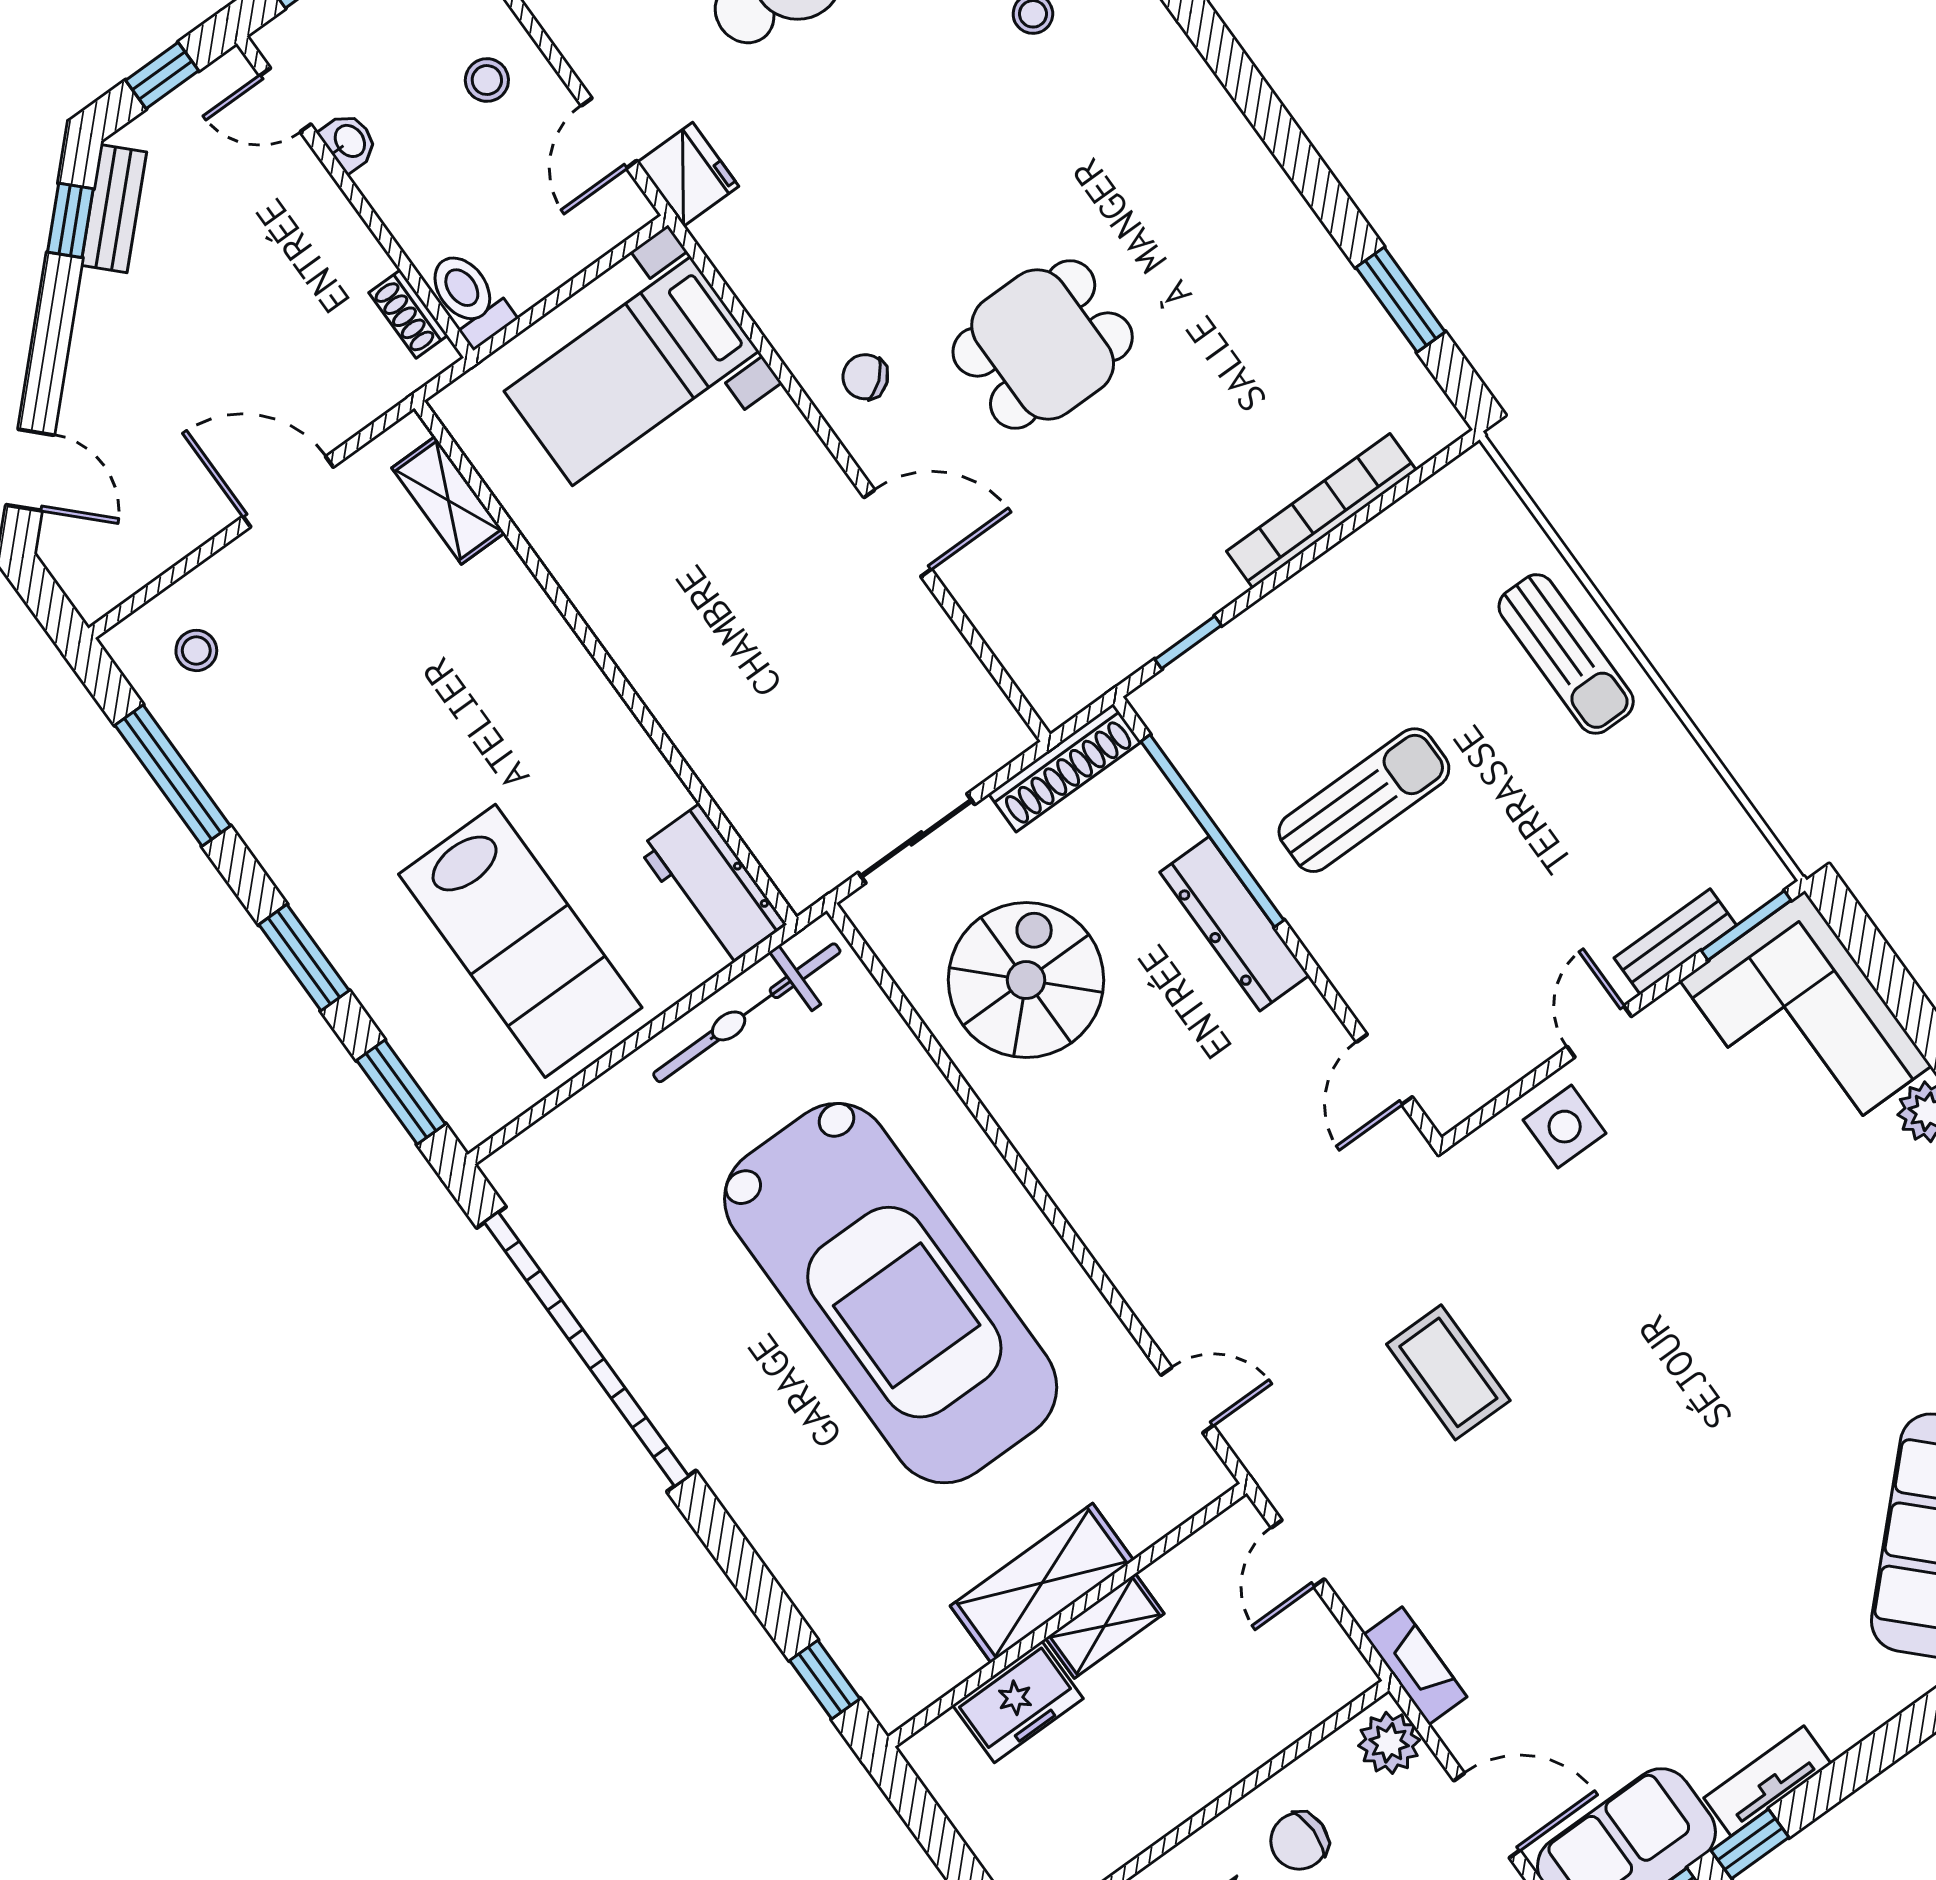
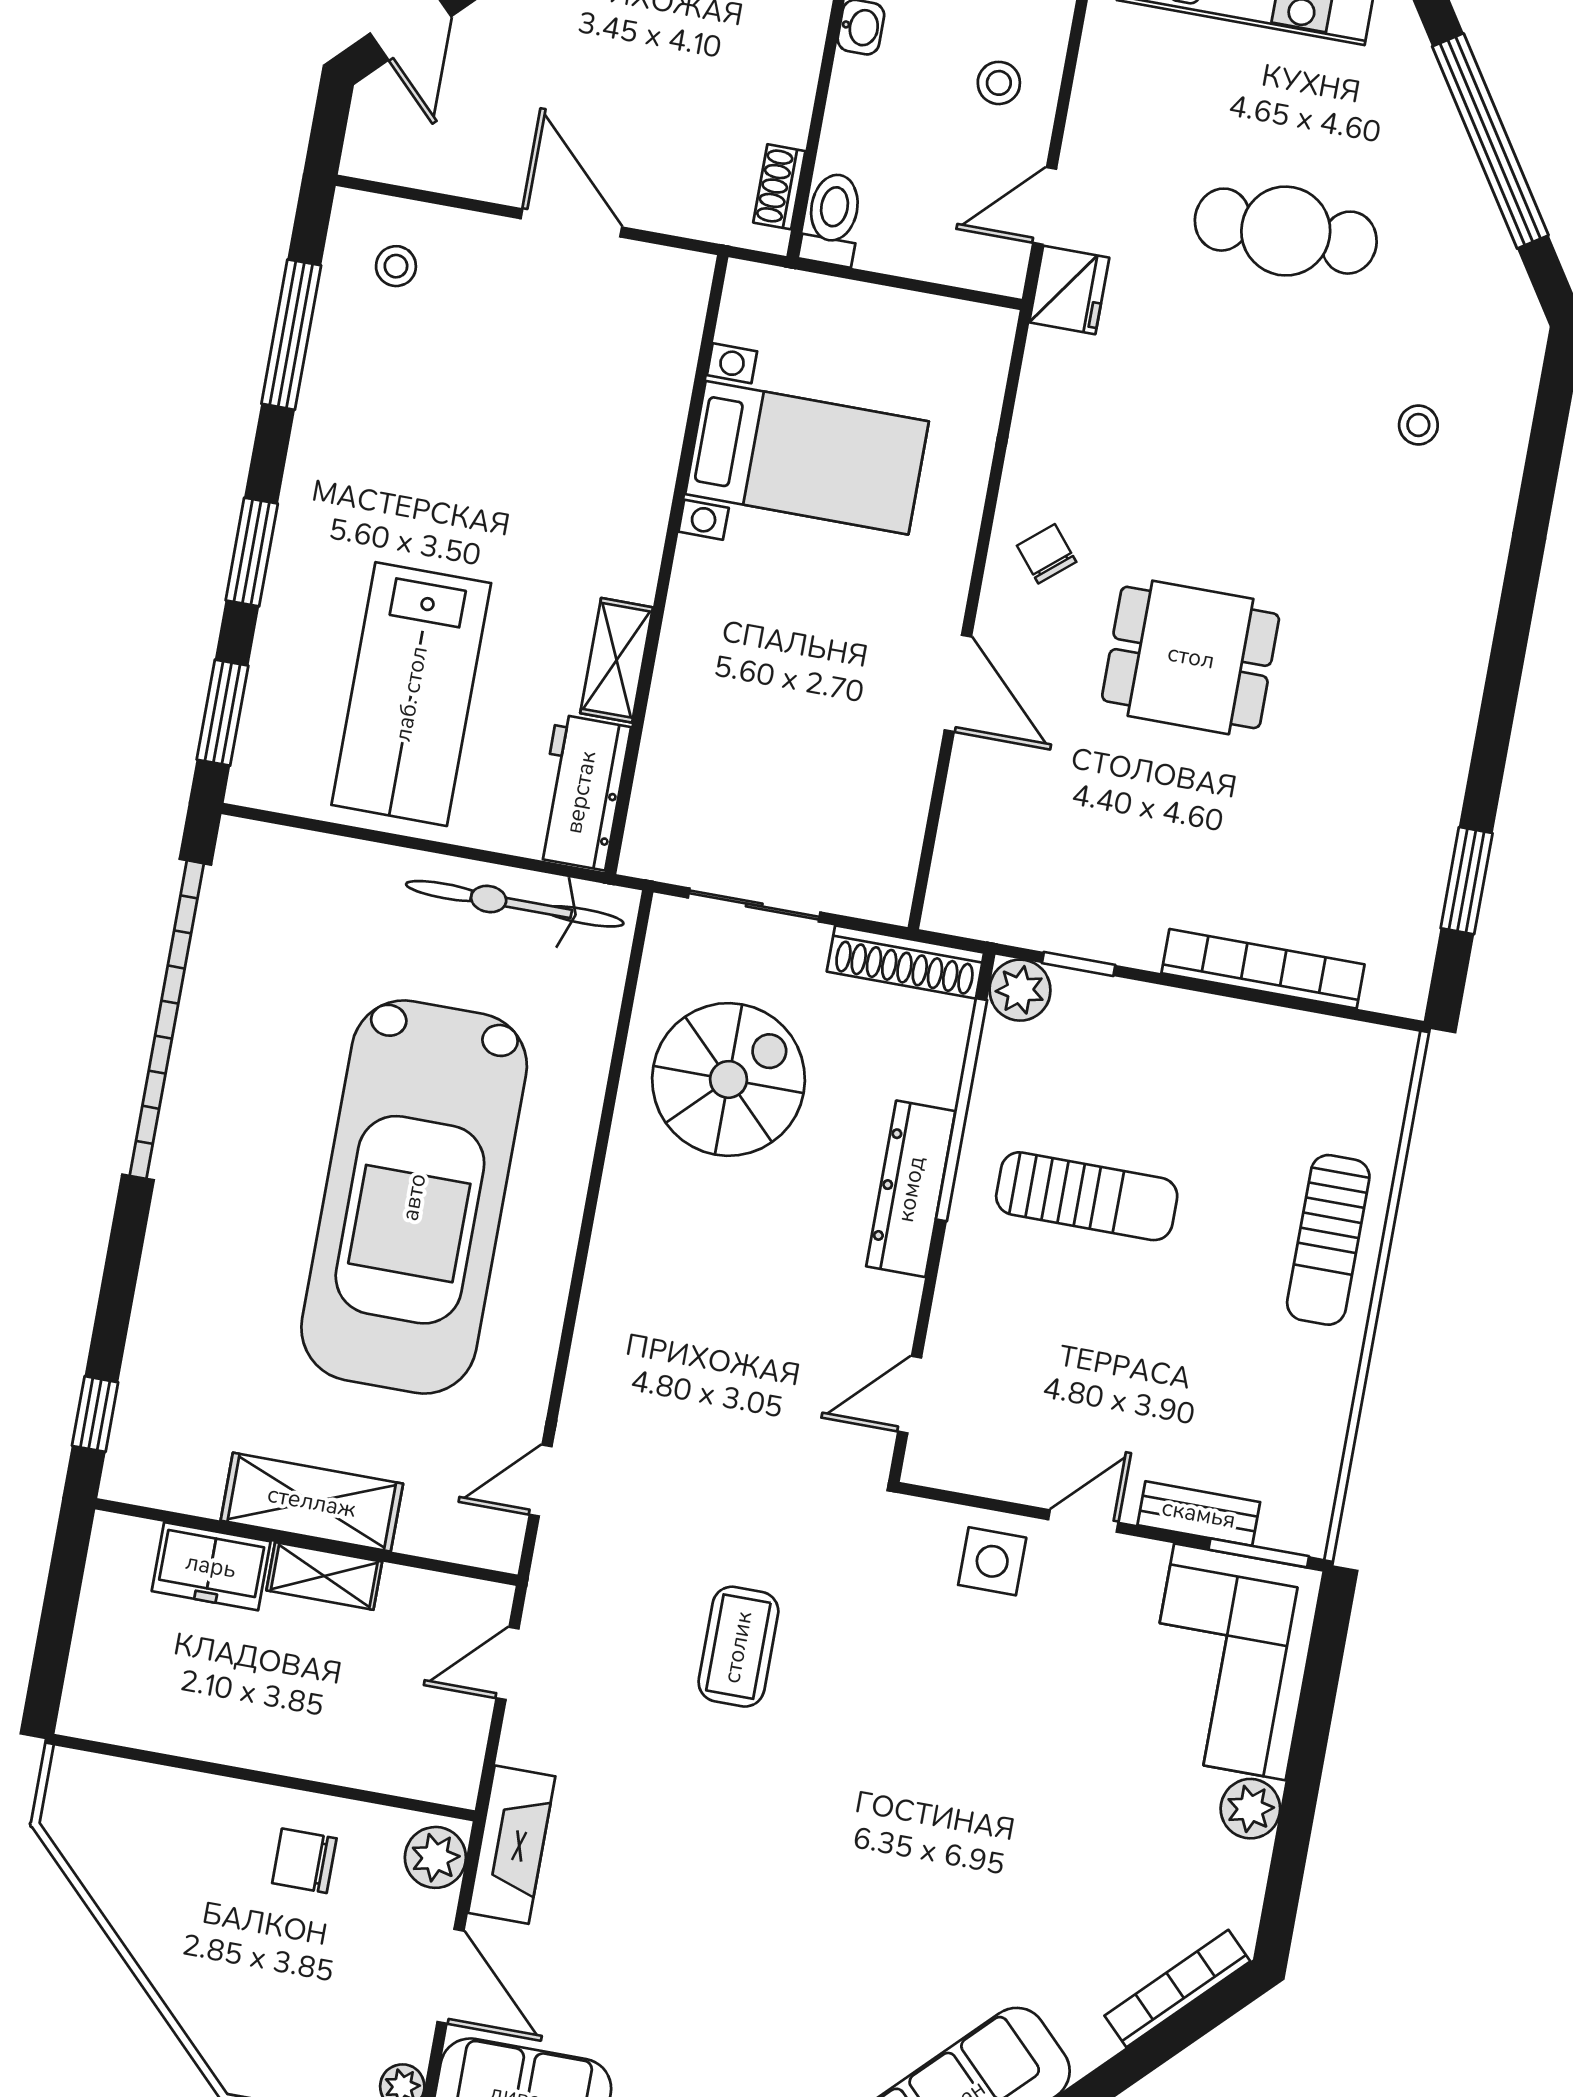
bed with nightstands: (632, 371) -> (807, 458), moved, turned 180
shelving: (448, 500) -> (617, 660), moved
plant: (1166, 704) -> (1020, 990), added
door: (1187, 1400) -> (541, 1481), swing flipped
fireplace: (1415, 1666) -> (512, 1845), width x1.37, depth x1.32

